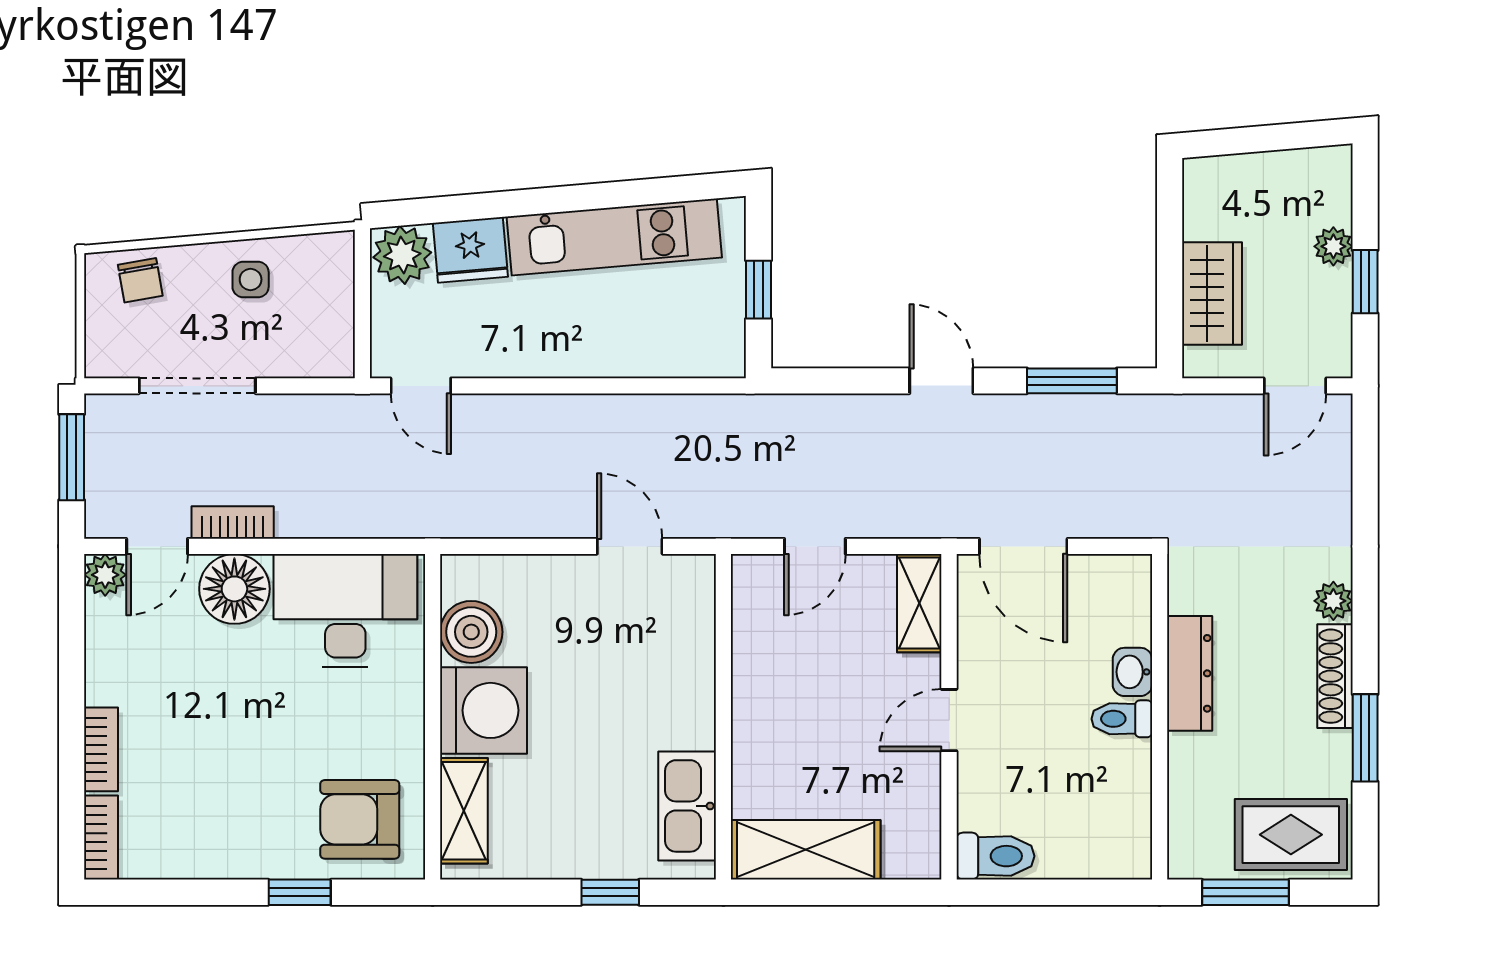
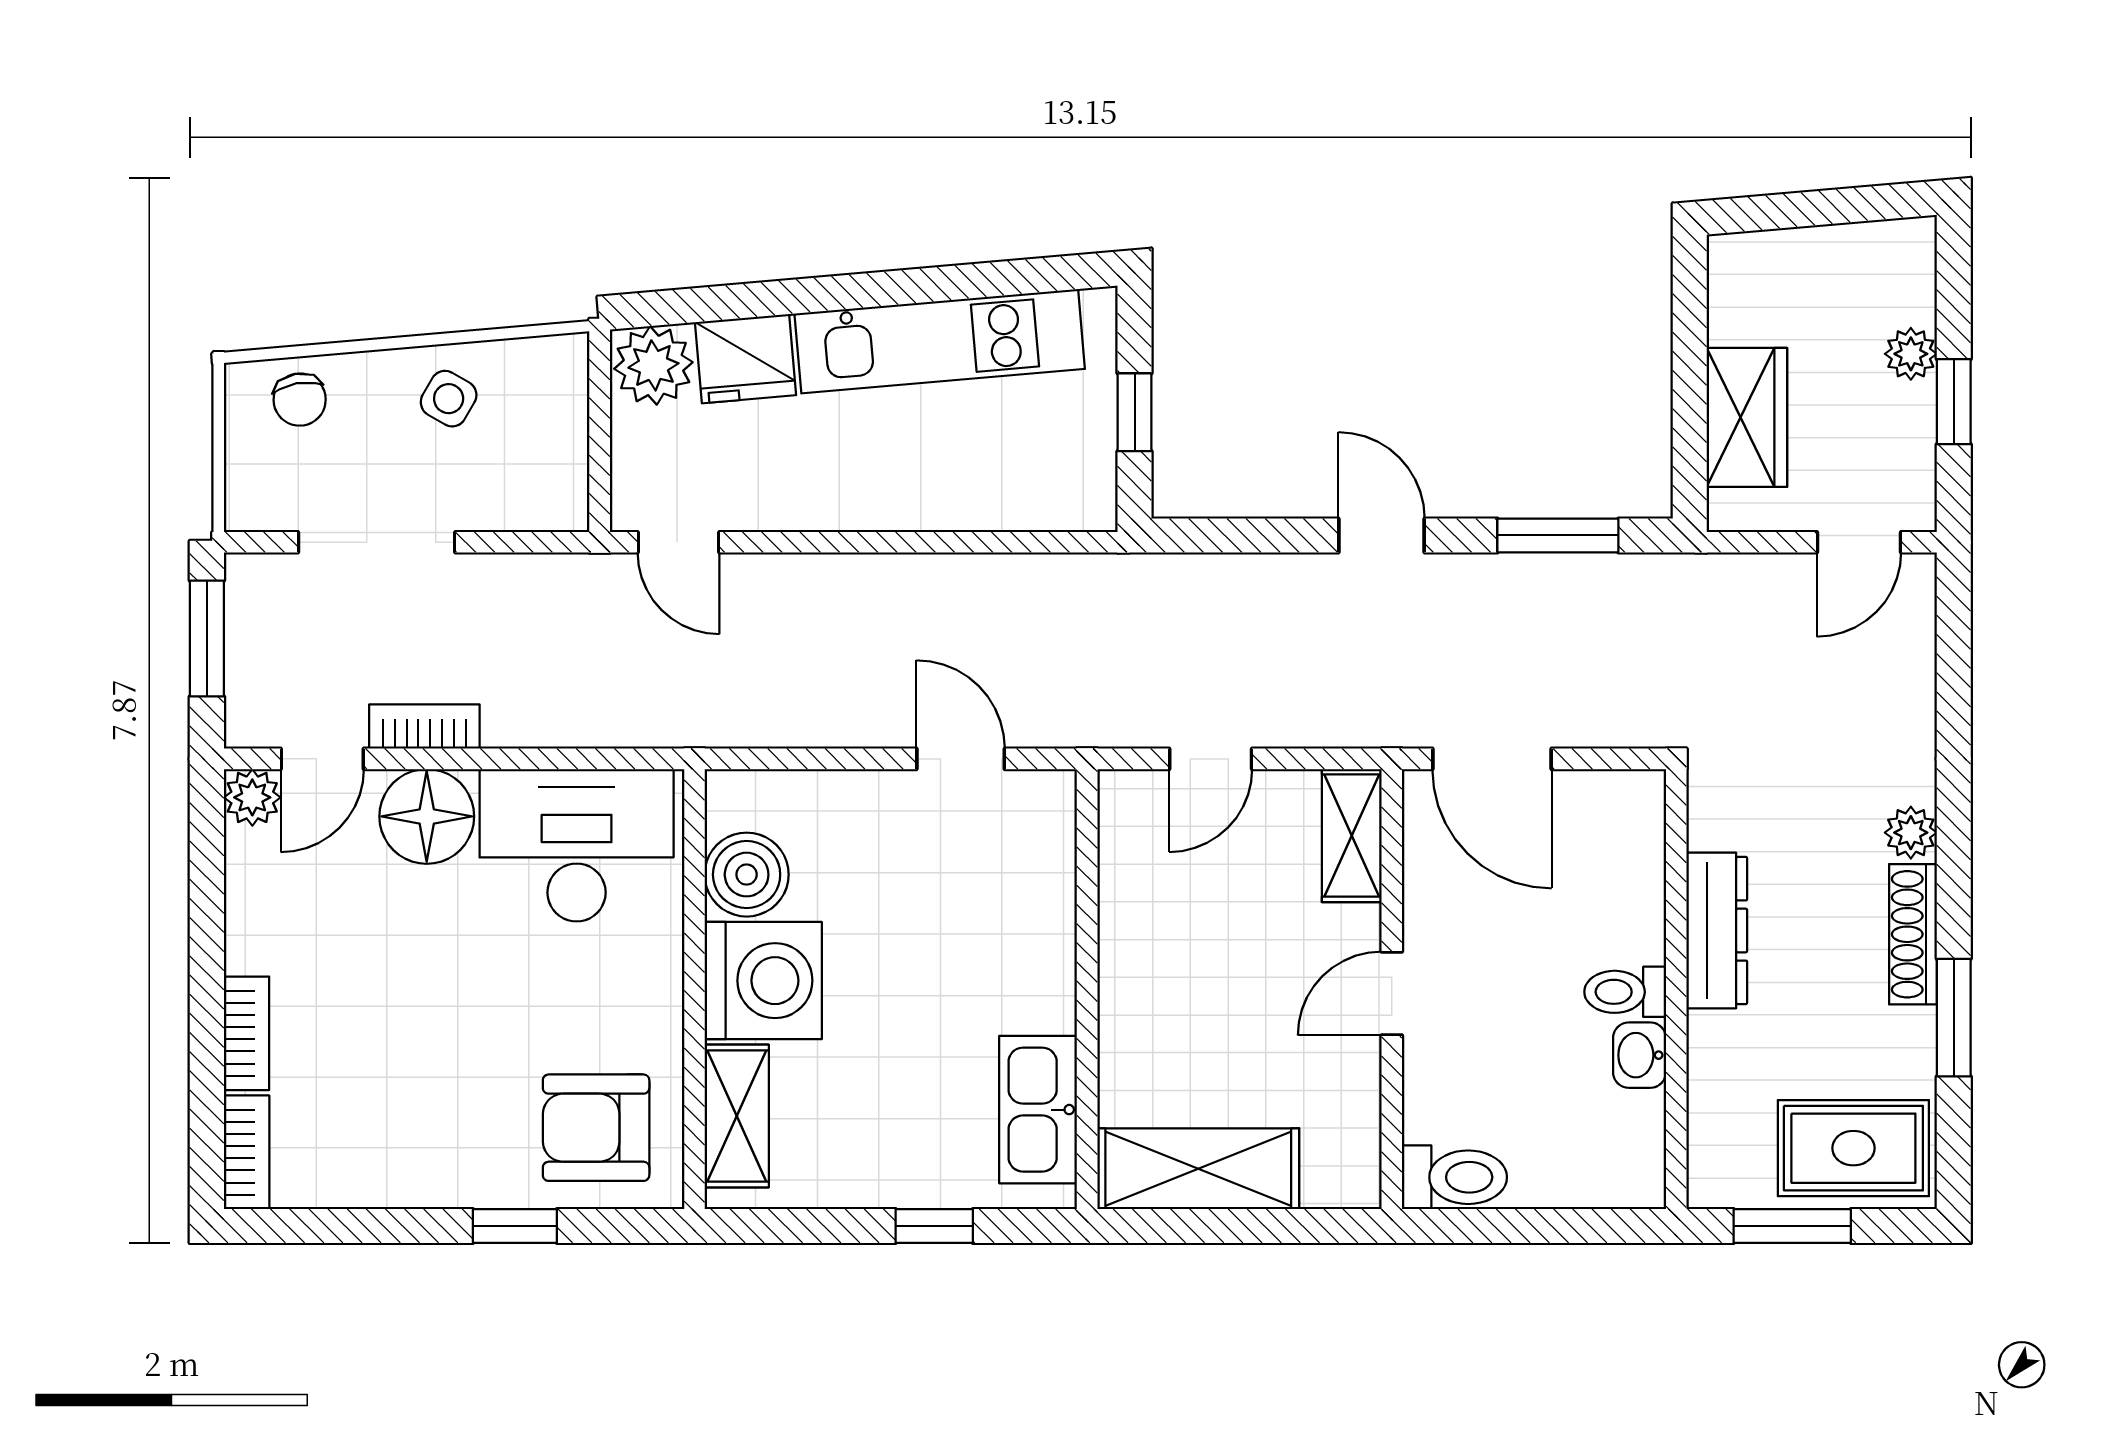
side table: (251, 279) -> (449, 399), turned 30
washbasin: (1132, 672) -> (1640, 1055), moved

